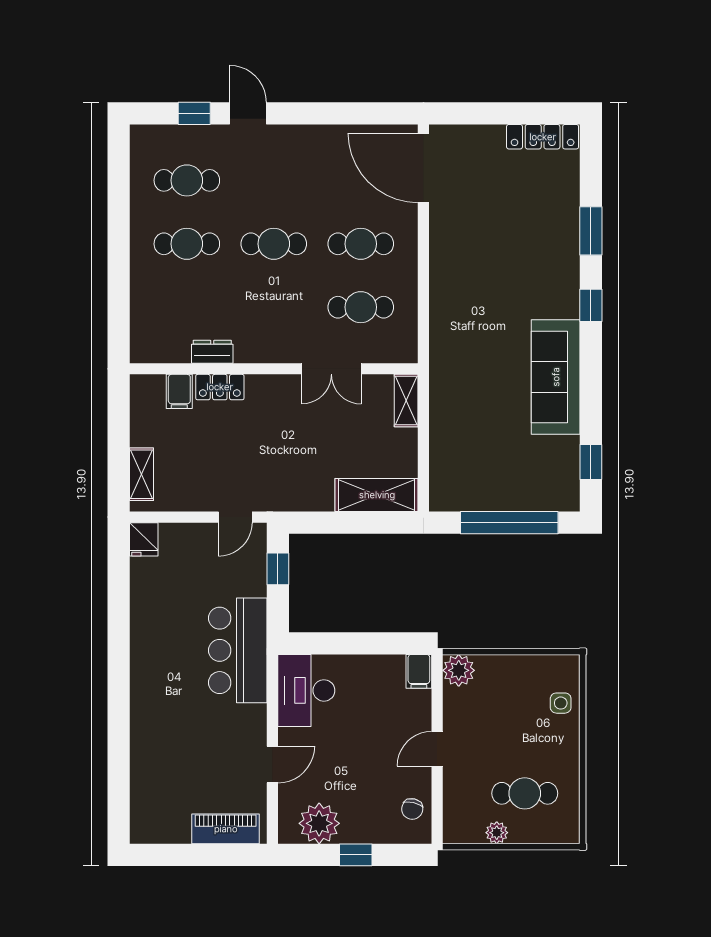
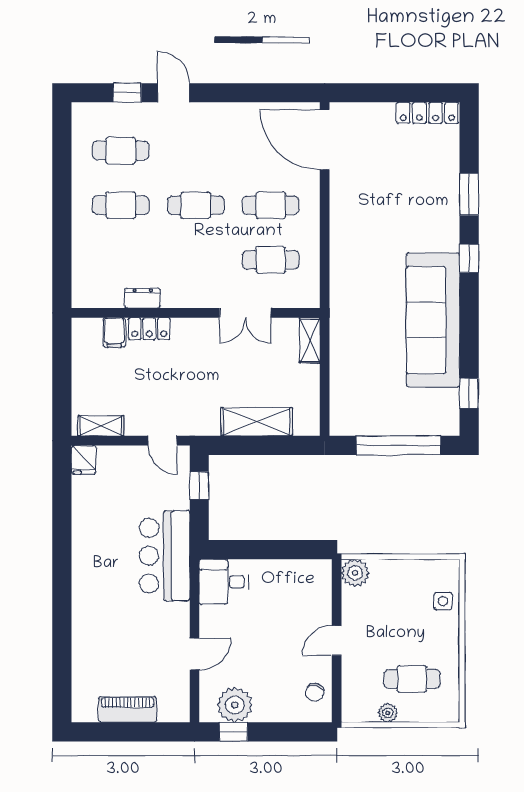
sofa: (556, 377) -> (433, 320), width x1.36, depth x1.27
shelving: (141, 474) -> (101, 426), moved, turned 90
shelving: (377, 495) -> (256, 422), moved
door: (235, 517) -> (162, 441), hinge flipped
filing cabinet: (419, 671) -> (321, 574), removed
desk: (306, 690) -> (224, 582), width x0.73
piano: (226, 829) -> (128, 709), moved
window: (356, 855) -> (233, 732), moved

